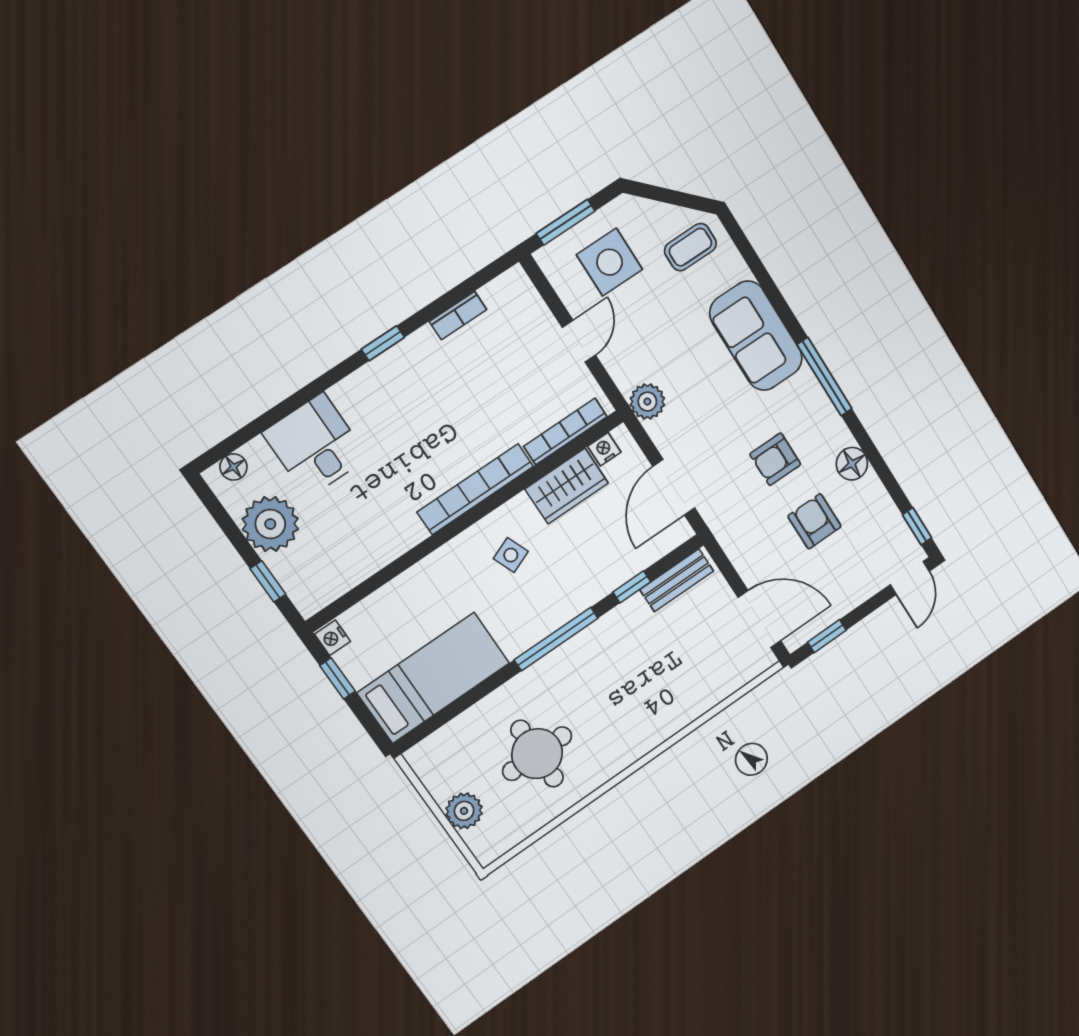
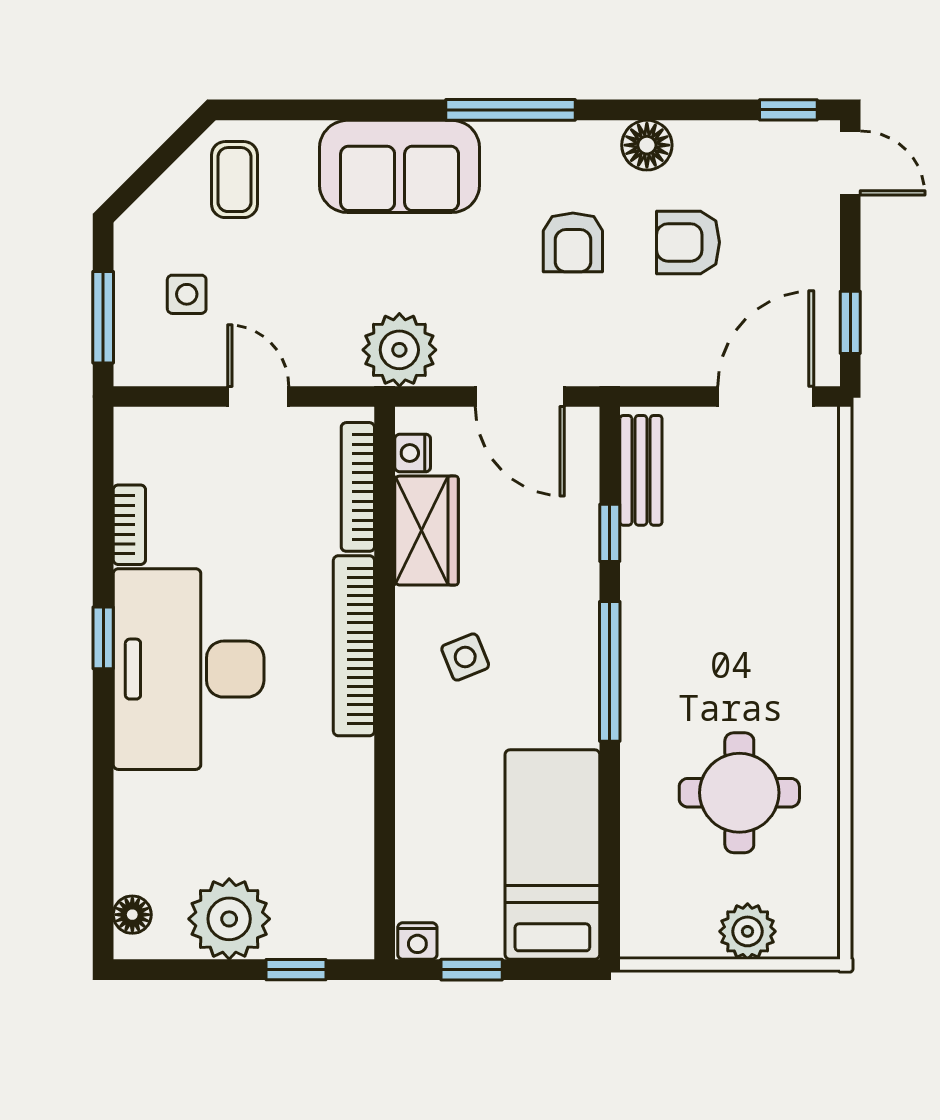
side table: (610, 262) -> (187, 294), width x0.54, depth x0.54
plant: (647, 402) -> (399, 350), width x1.36, depth x1.36
desk: (316, 445) -> (189, 669), moved, width x1.87, depth x1.30

